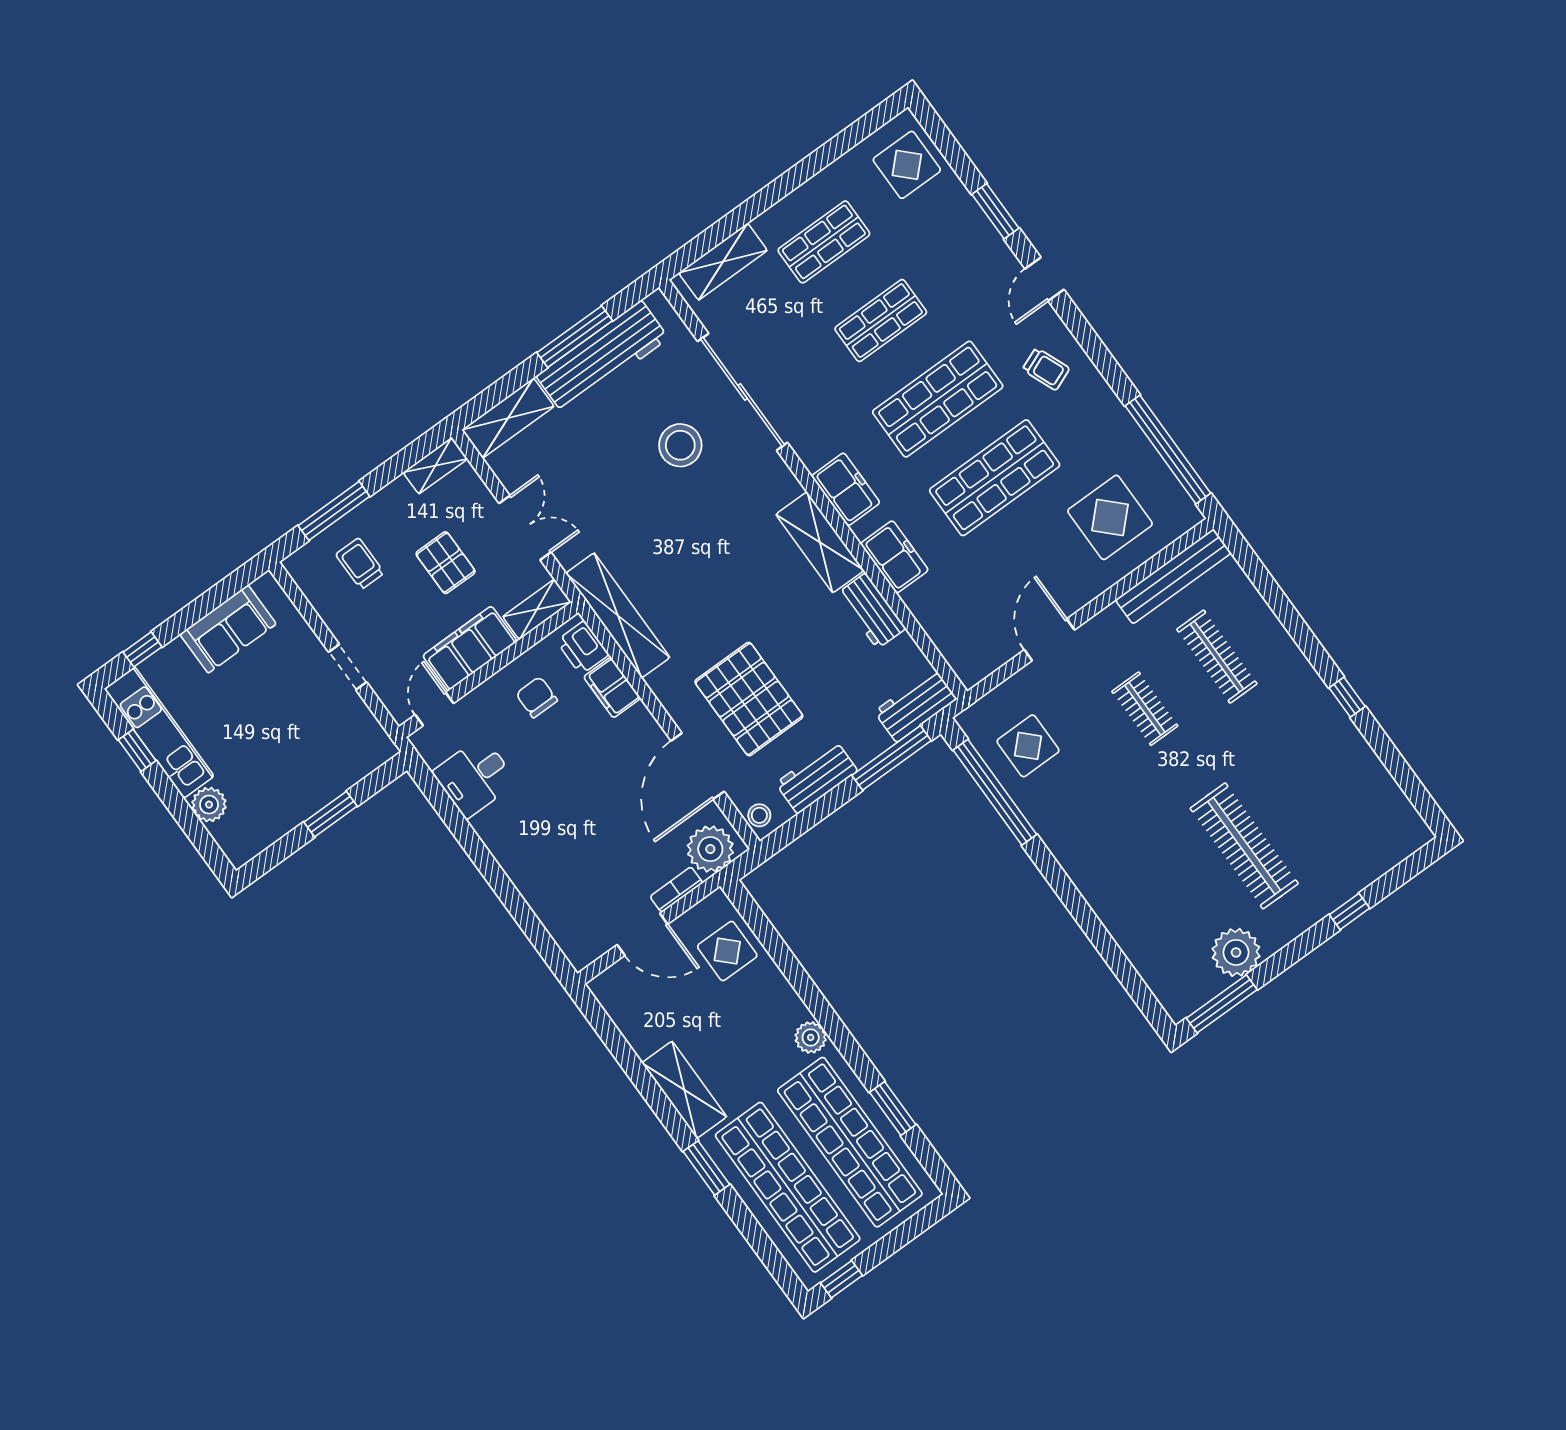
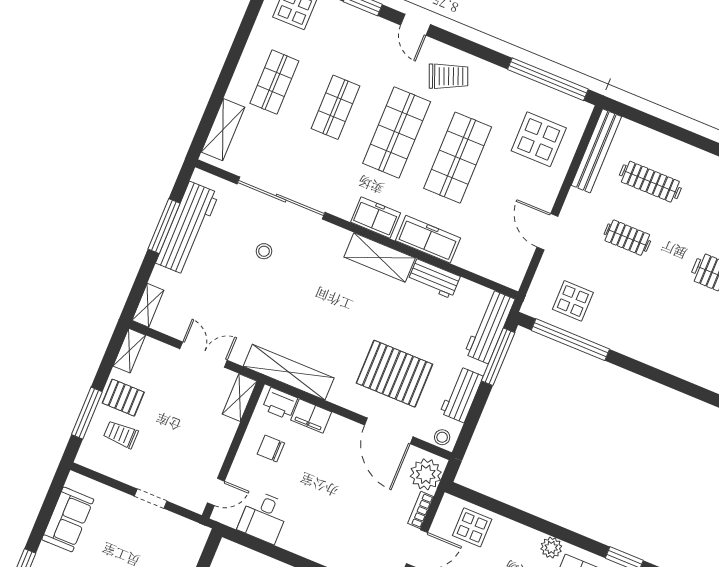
trolley: (1046, 369) -> (448, 76), width x1.36, depth x1.39
shelving: (508, 418) -> (148, 305), width x0.67, depth x0.75
stool: (680, 445) -> (264, 251), width x0.53, depth x0.53
freezer: (894, 557) -> (428, 239), width x1.40
pallet: (446, 563) -> (123, 398), moved
filing cabinet: (470, 648) -> (215, 444), removed
workbench: (915, 705) -> (490, 327), width x1.38
door: (434, 709) -> (216, 492), swing flipped

